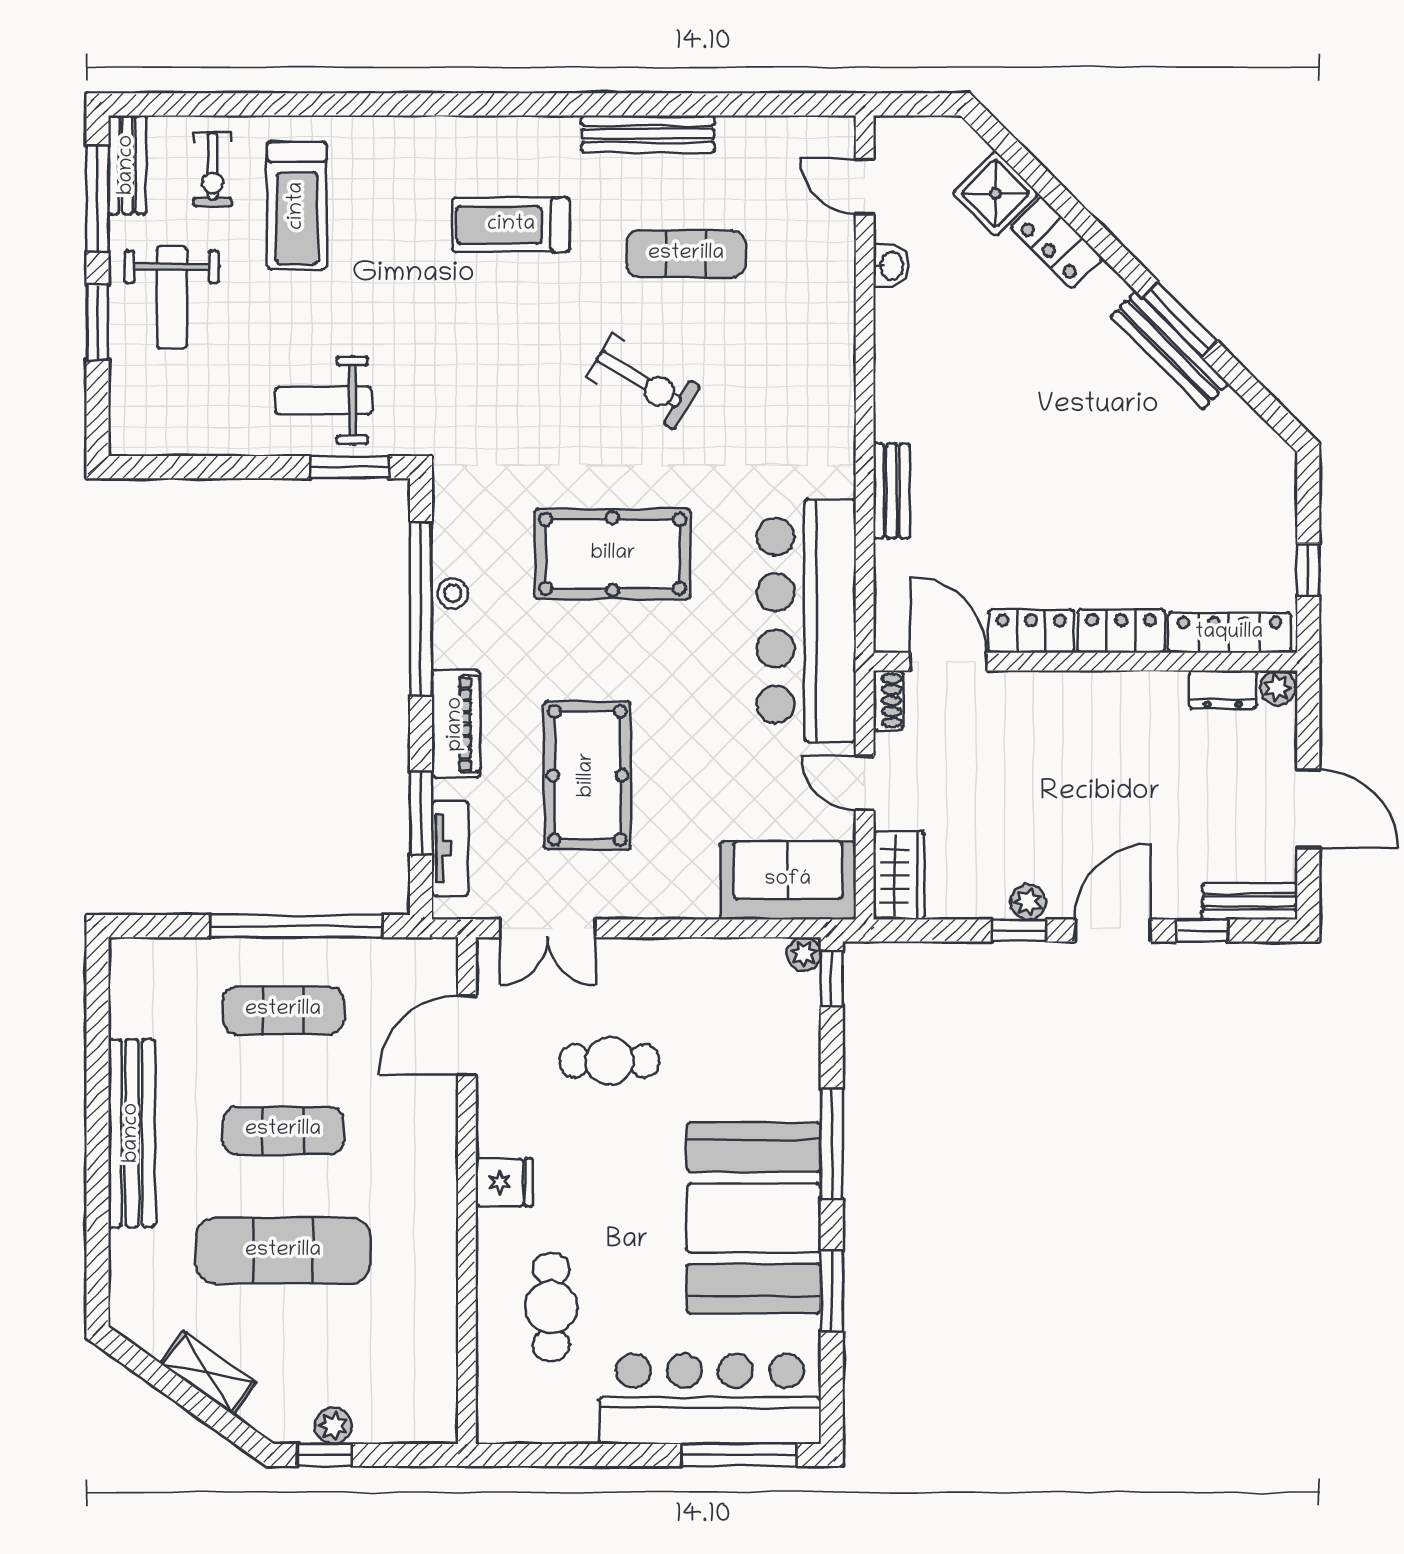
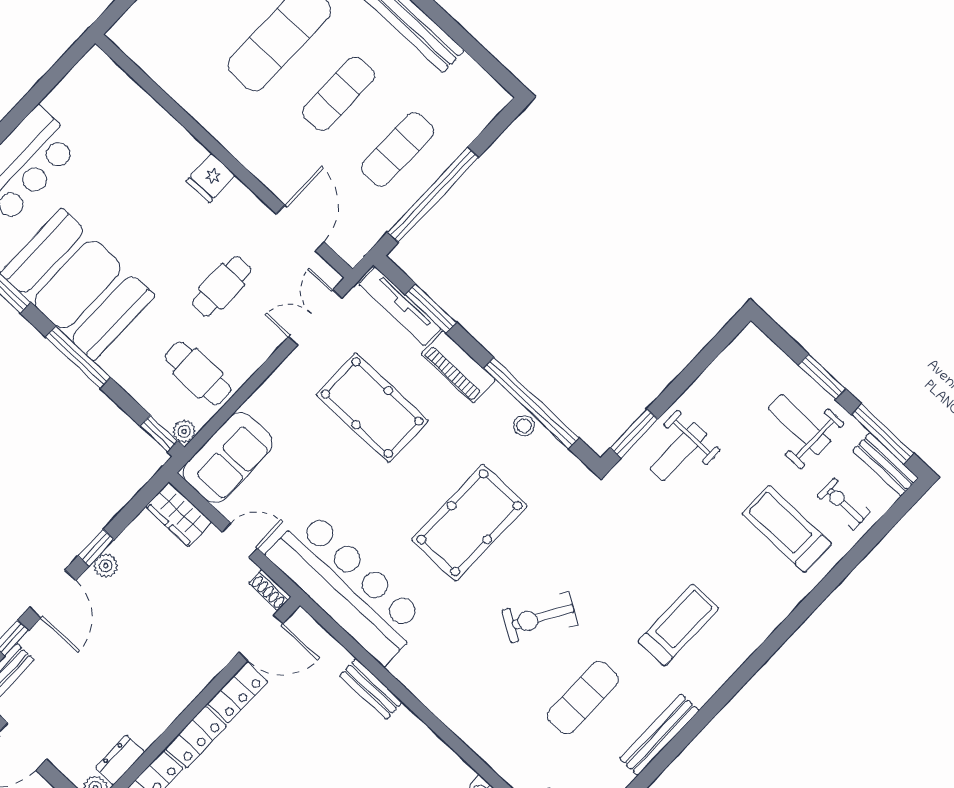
weight bench: (324, 400) -> (679, 452), turned 180
tv unit: (450, 848) -> (400, 306), width x1.41
cafe table: (551, 1307) -> (198, 373), moved

